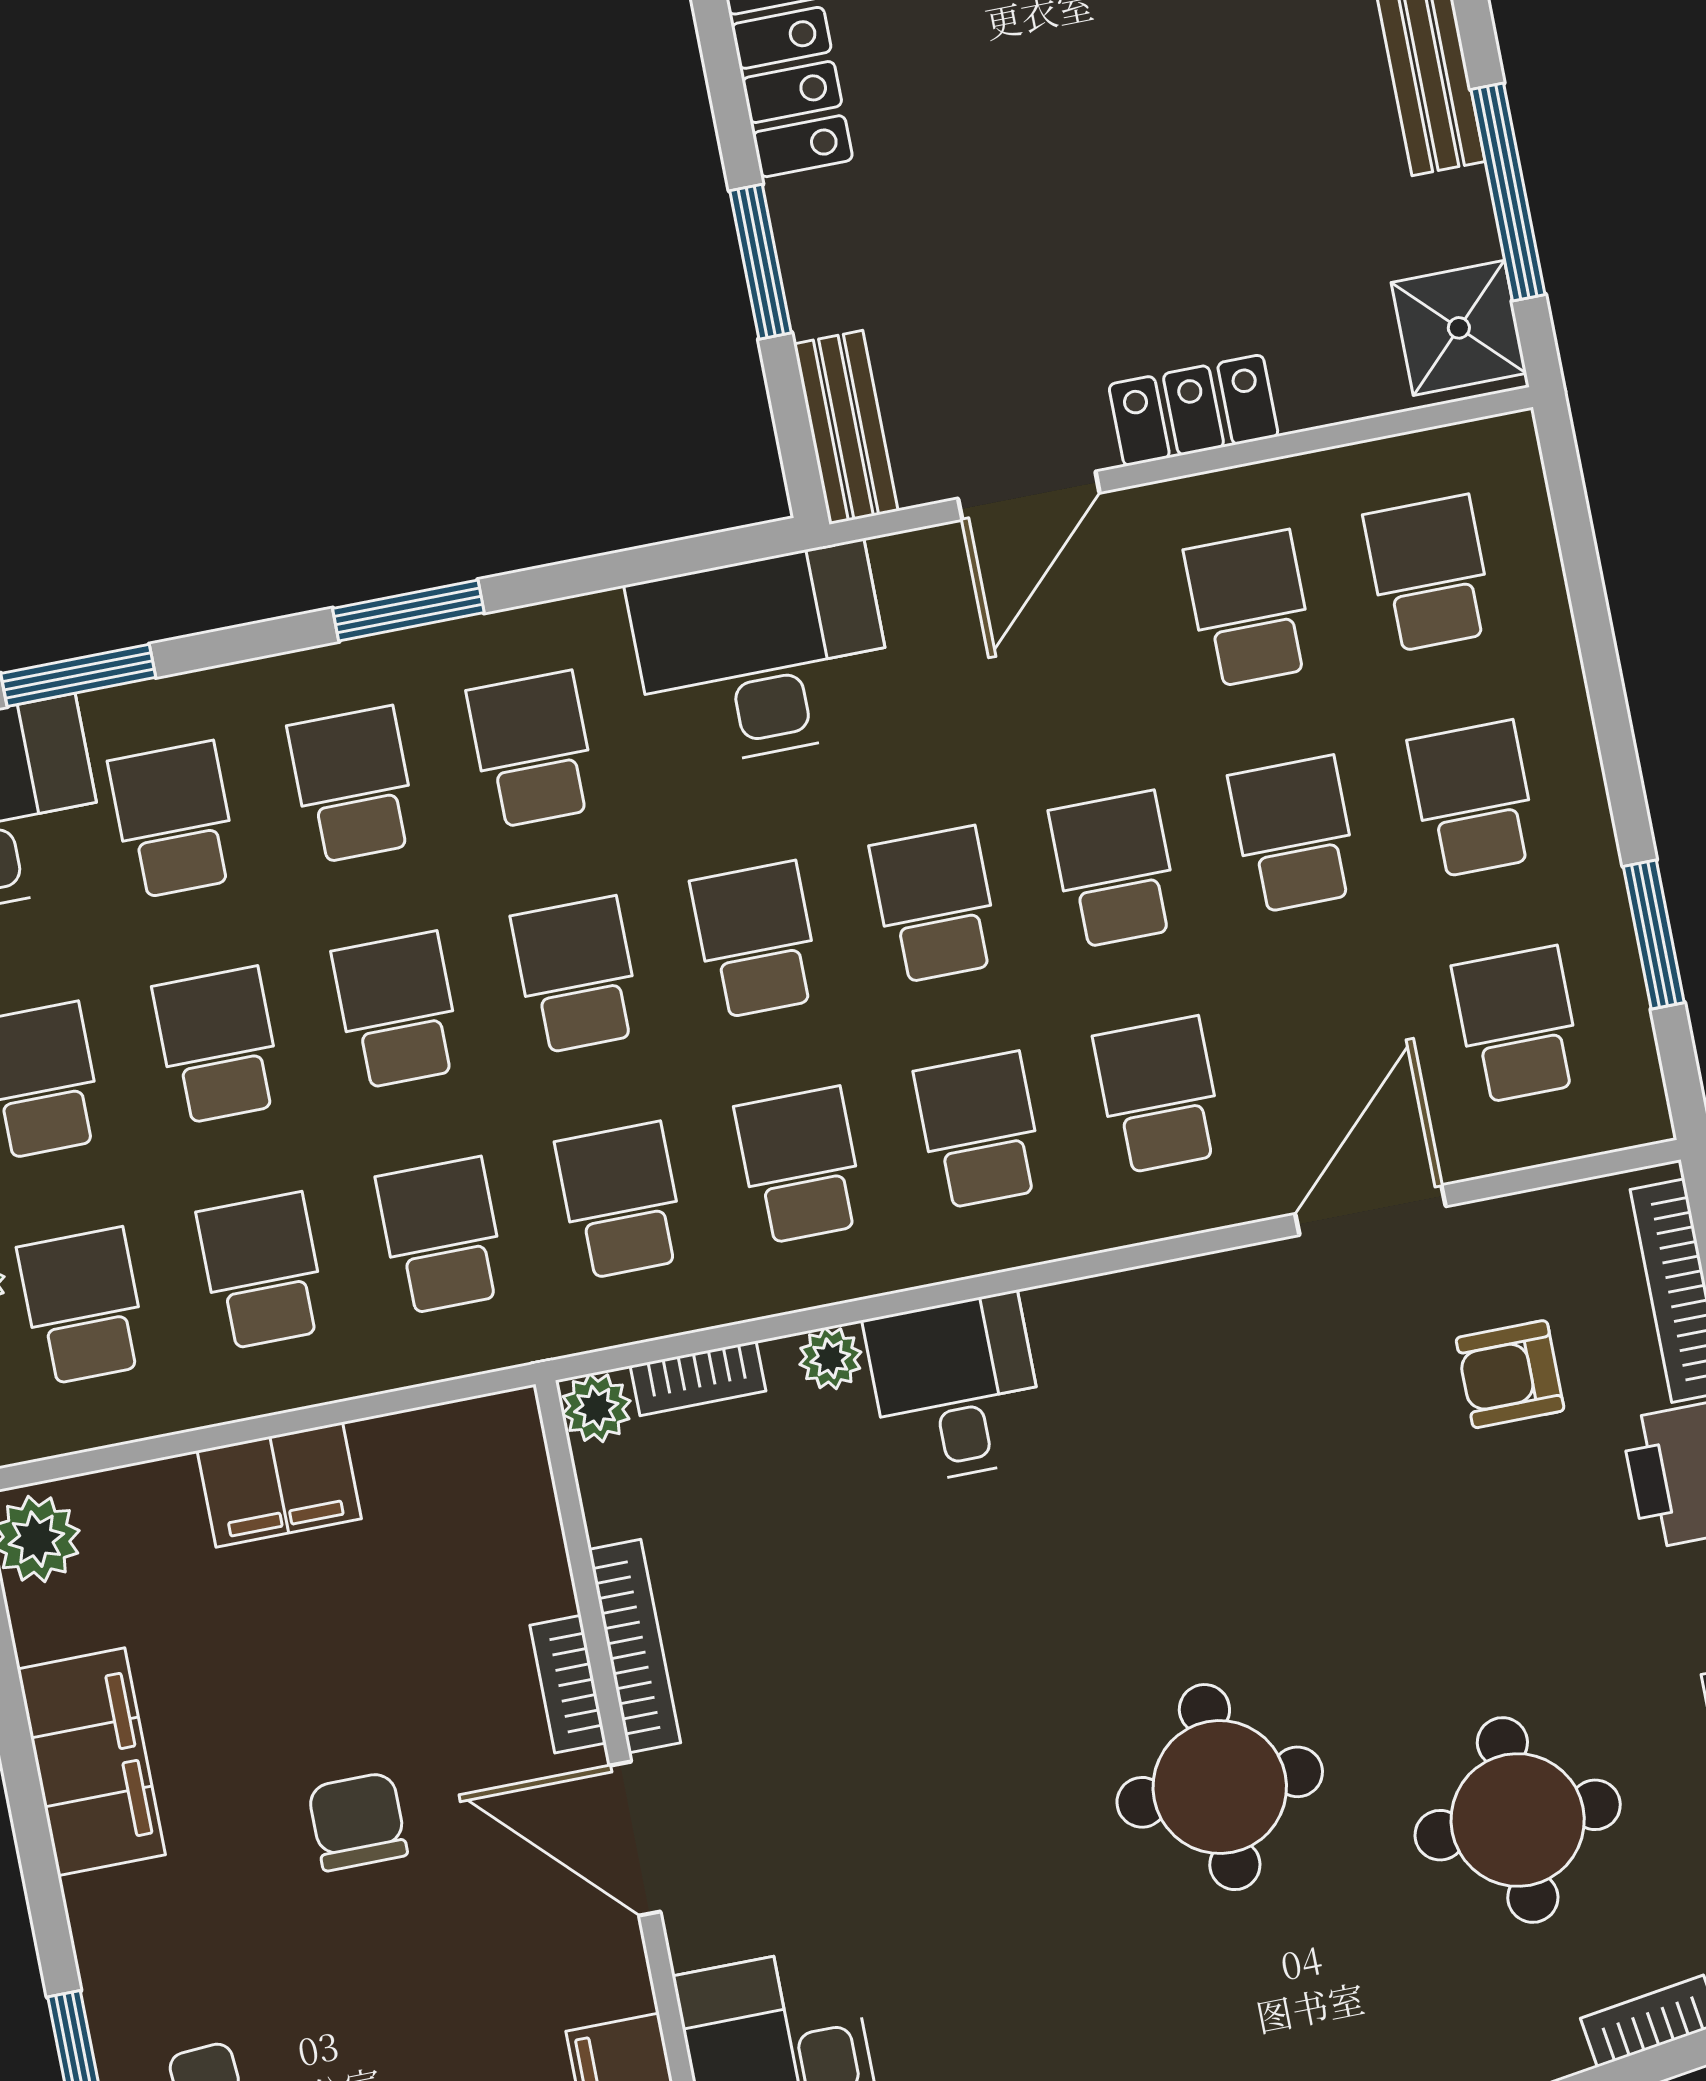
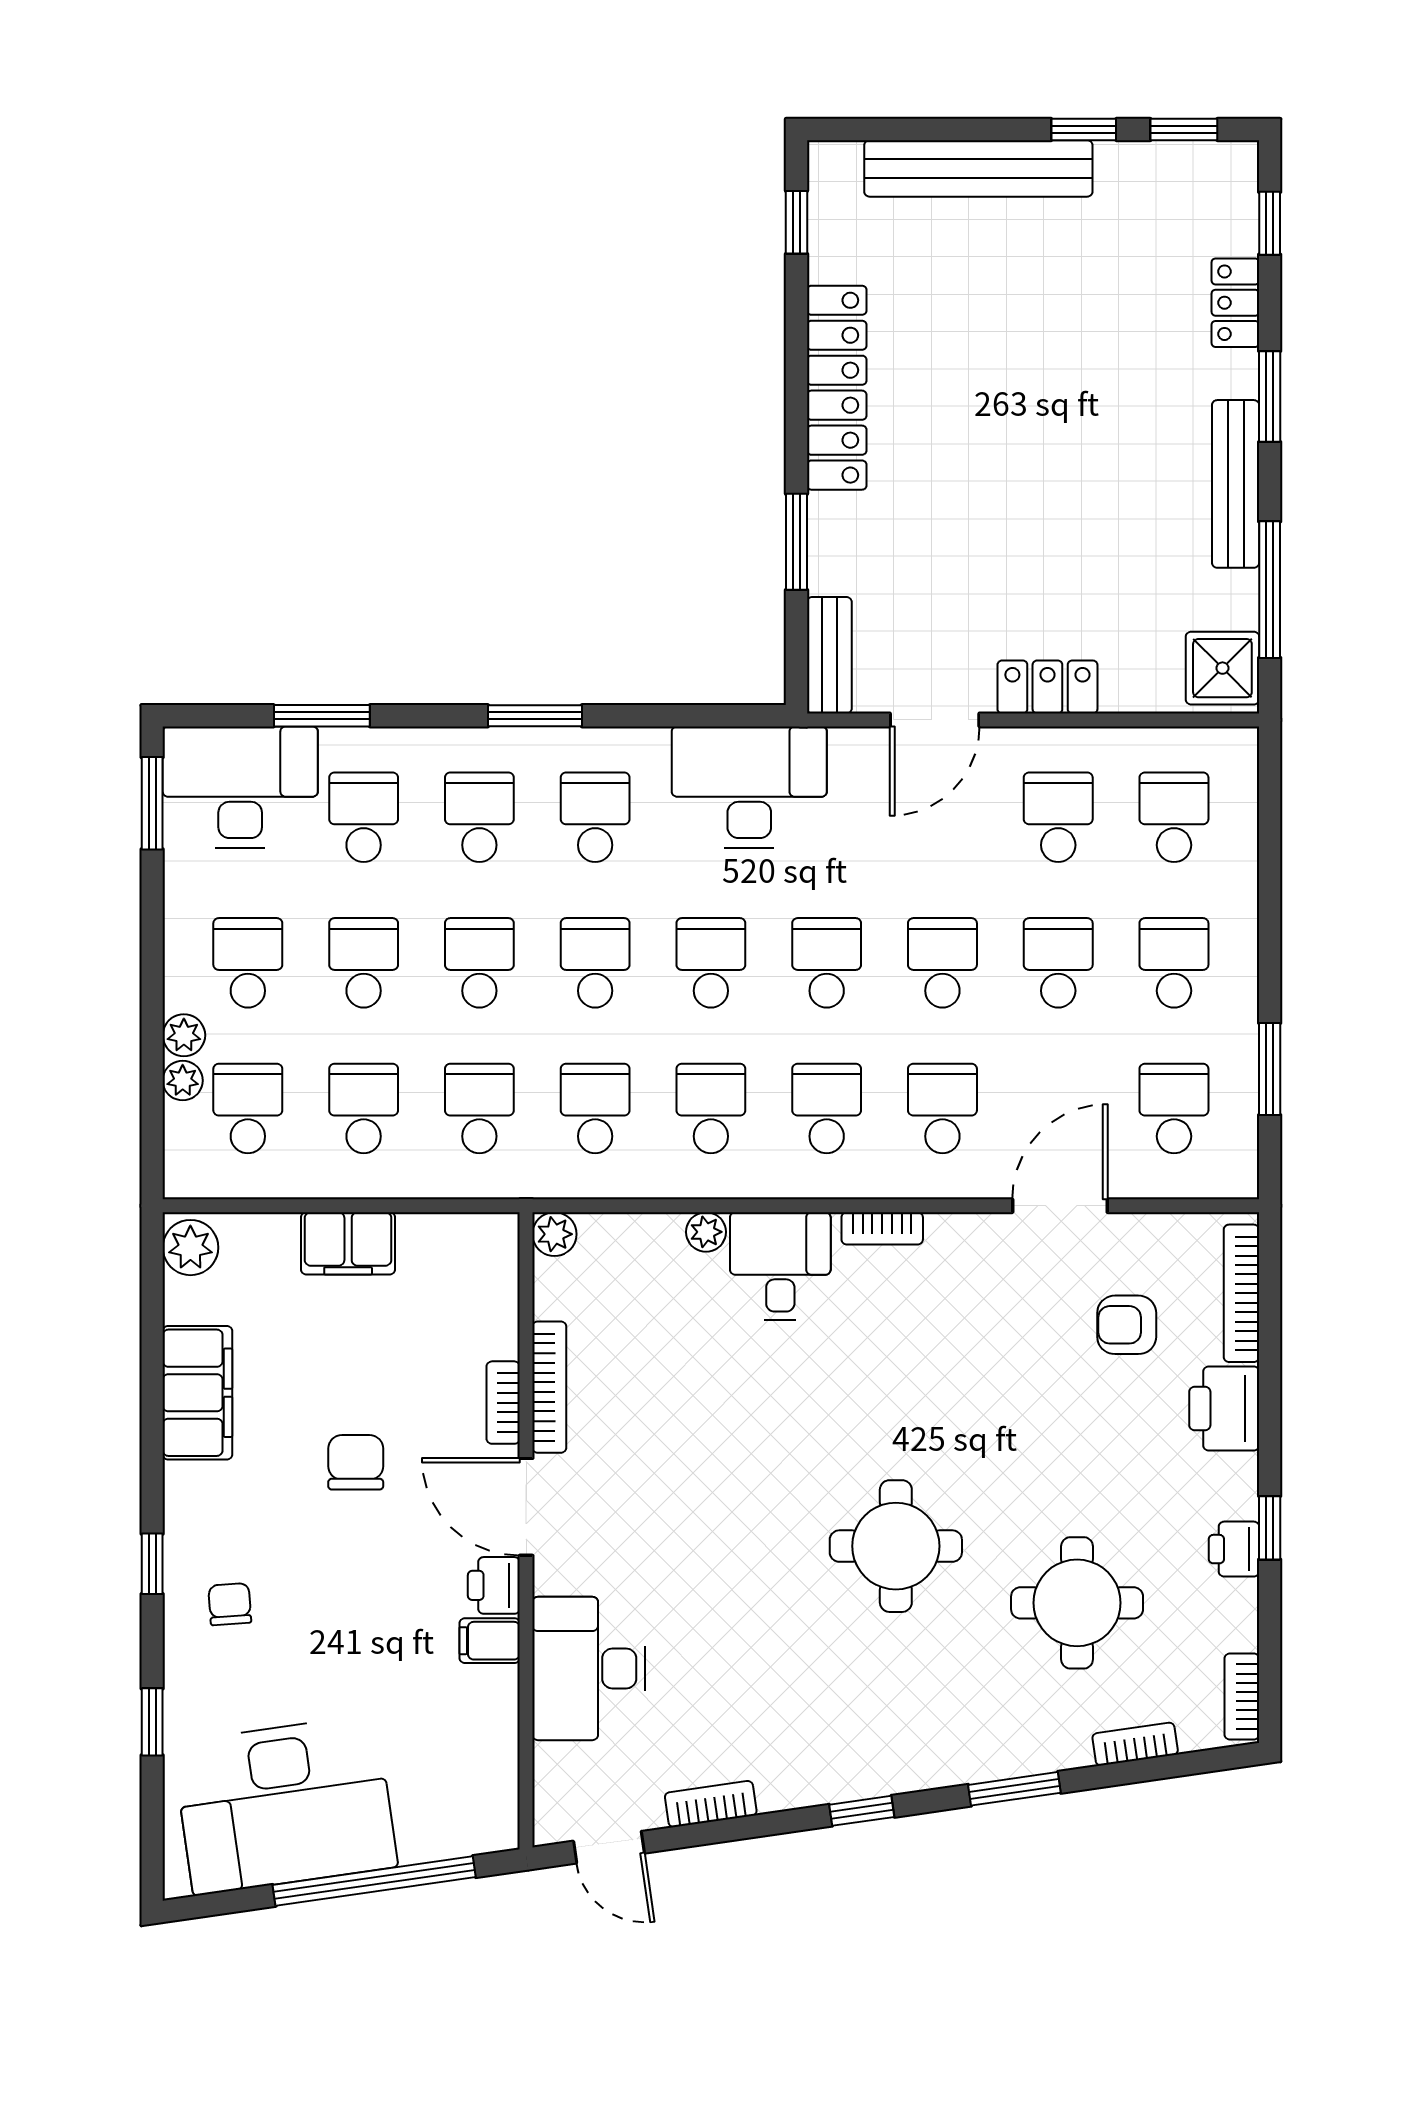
bookcase: (698, 1378) -> (882, 1228), moved
printer: (609, 1970) -> (494, 1585), added

